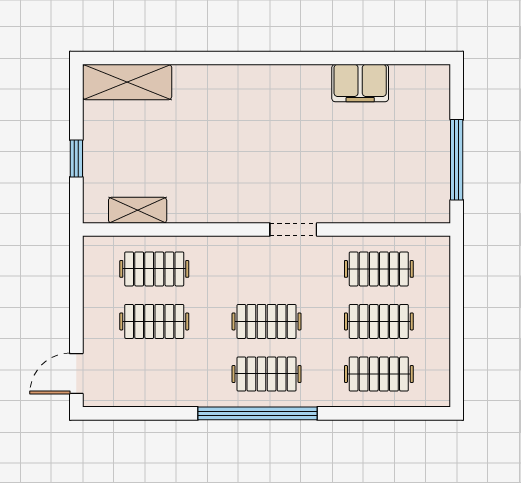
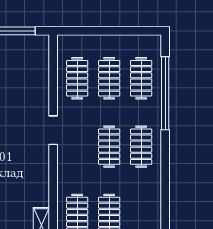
window: (258, 413) -> (165, 93), moved

